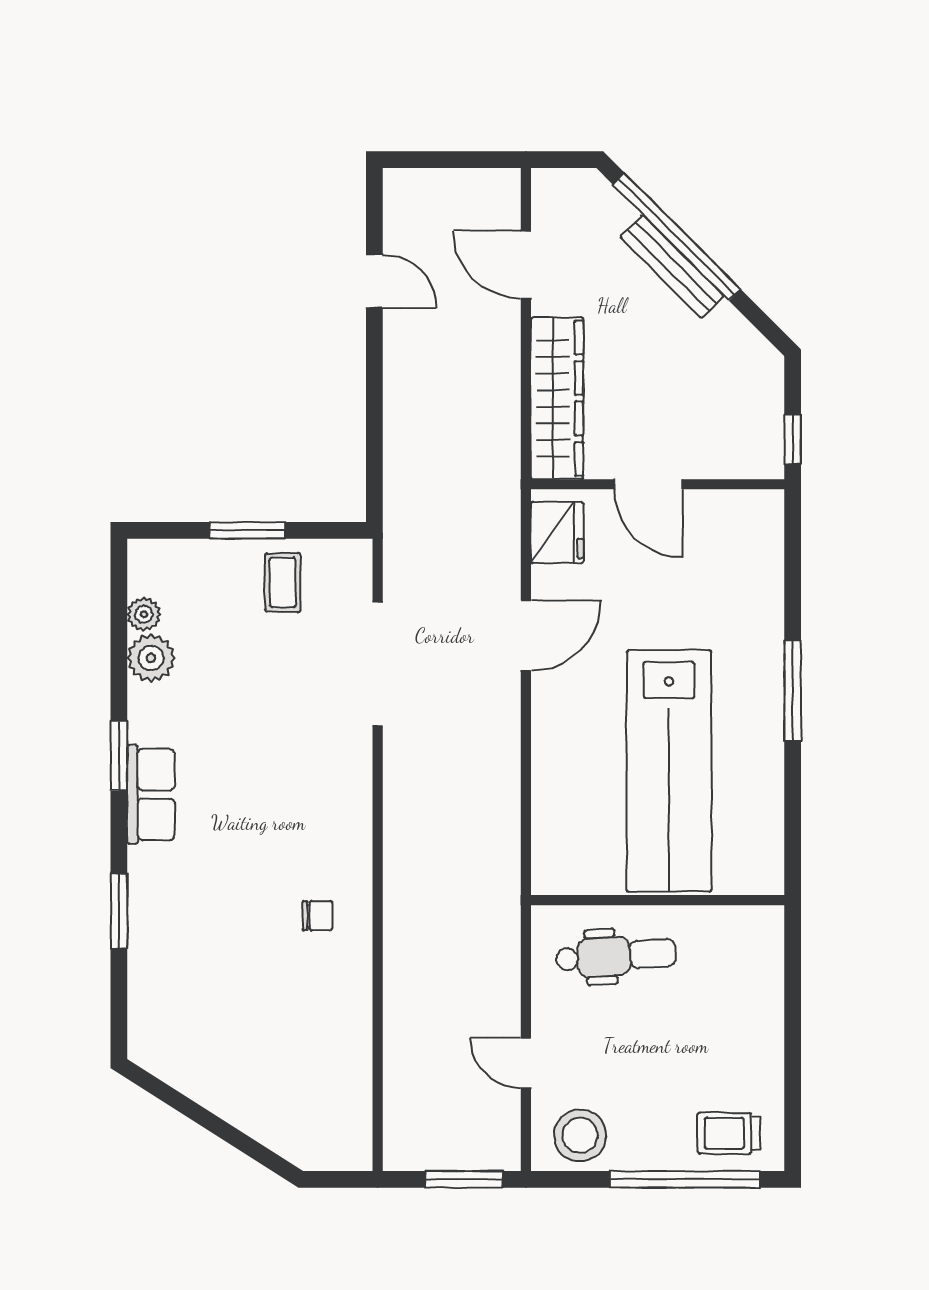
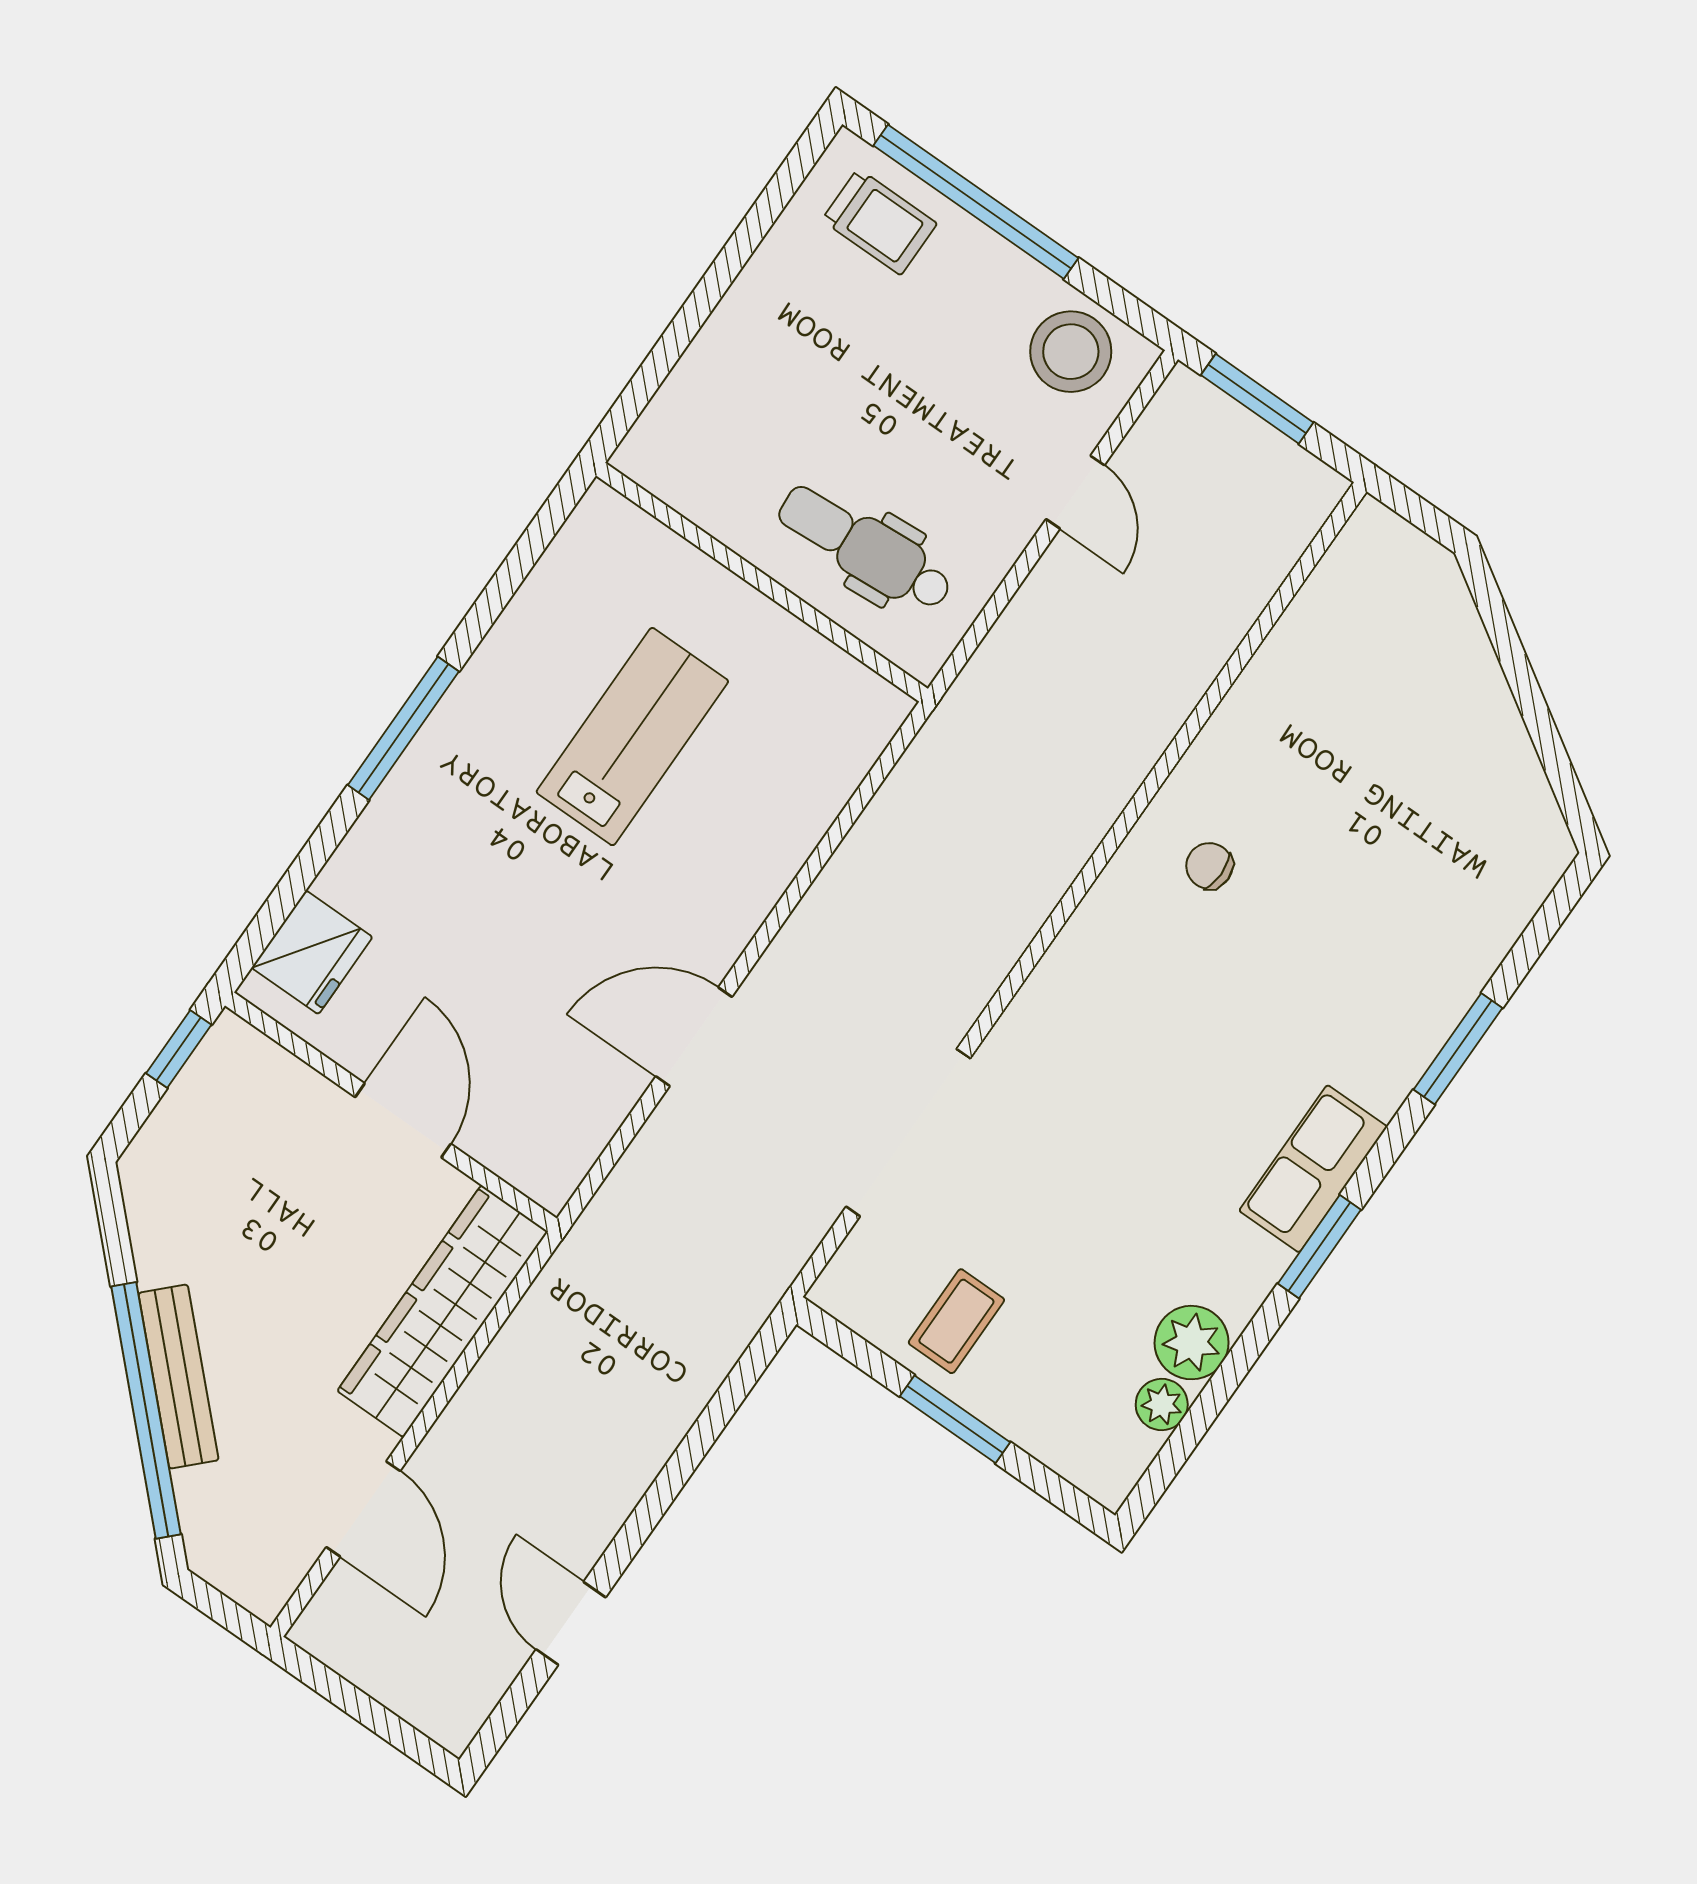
fridge: (557, 533) -> (312, 952), moved, turned 180
lab bench: (669, 771) -> (632, 737), width x0.54, depth x0.72

